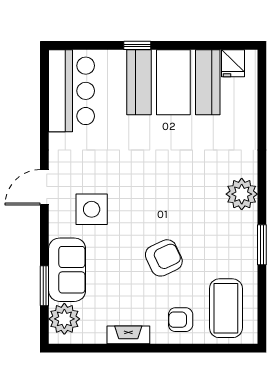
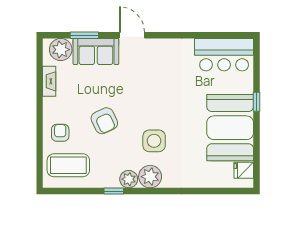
door: (44, 187) -> (132, 35), moved
side table: (92, 209) -> (154, 141), moved
plant: (245, 224) -> (129, 179), added
window: (262, 245) -> (114, 191), width x0.67
fireplace: (128, 335) -> (49, 81), moved

